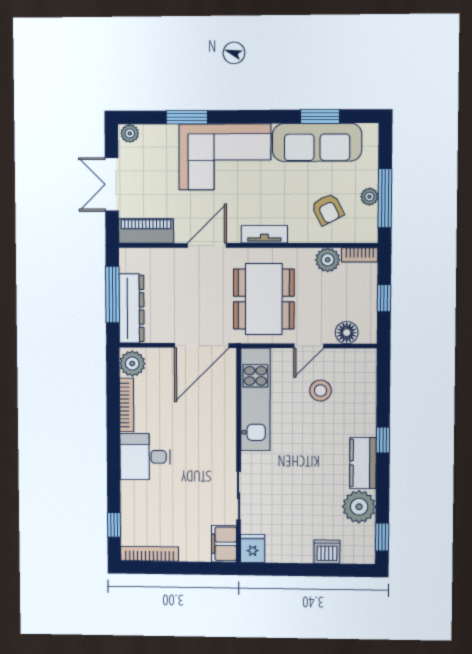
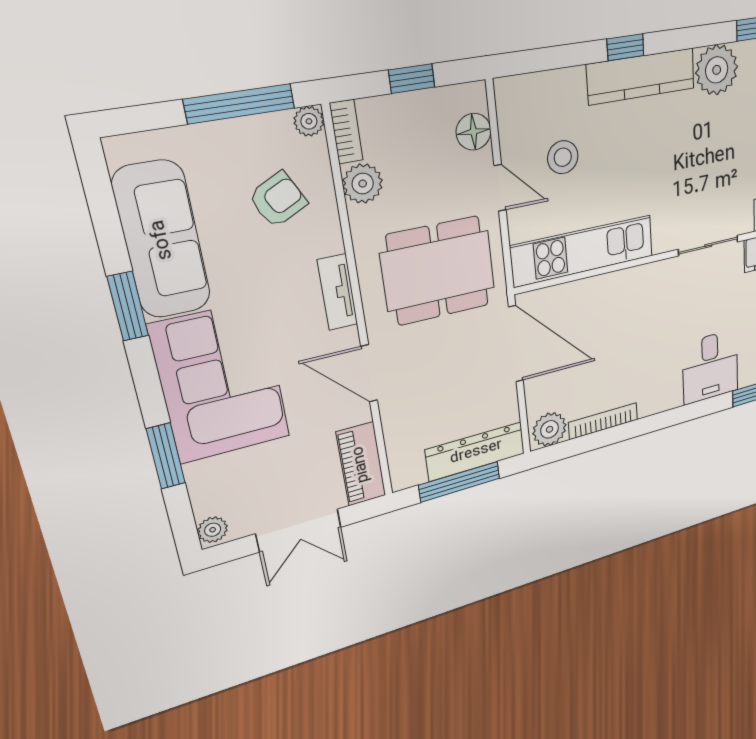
window: (320, 116) -> (128, 306), moved
plant: (369, 197) -> (309, 121), moved
desk: (145, 457) -> (710, 367), moved
kitchen counter: (363, 463) -> (641, 76), width x1.50

